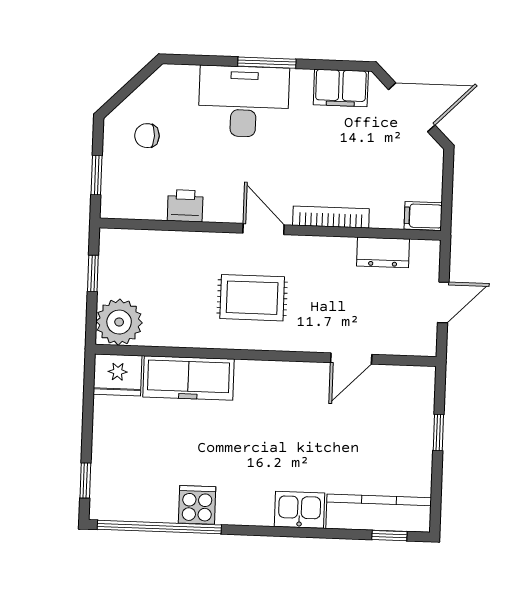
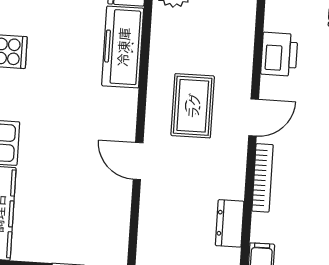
printer: (185, 206) -> (279, 54), width x1.36, depth x1.24
door: (351, 358) -> (138, 161), moved

